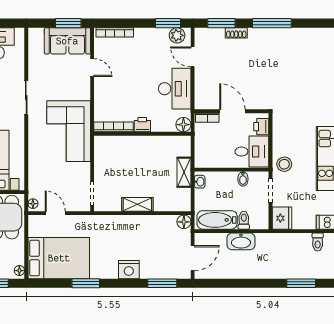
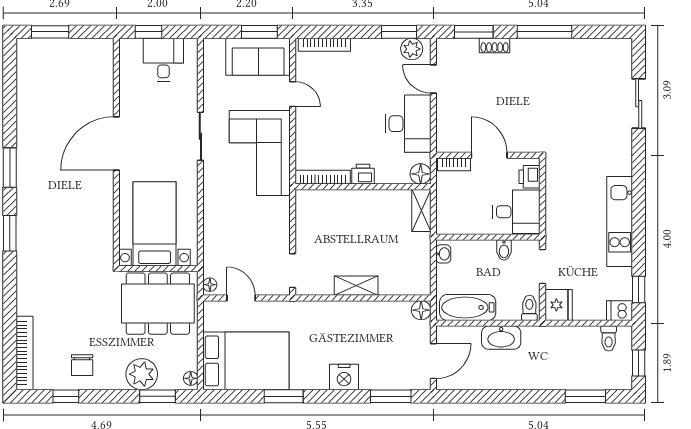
corner sofa: (69, 131) -> (260, 153), moved
stool: (284, 164) -> (562, 229), removed
shelving: (184, 172) -> (421, 210), moved
toilet: (244, 220) -> (529, 308), moved

